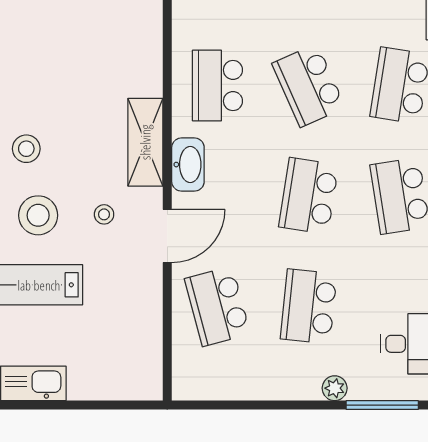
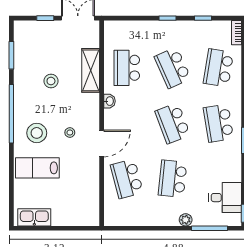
shelving: (145, 142) -> (91, 70), moved
stool: (26, 149) -> (51, 81), moved
washbasin: (188, 165) -> (109, 101), width x0.52, depth x0.69
school desk: (309, 196) -> (173, 123), turned -30

